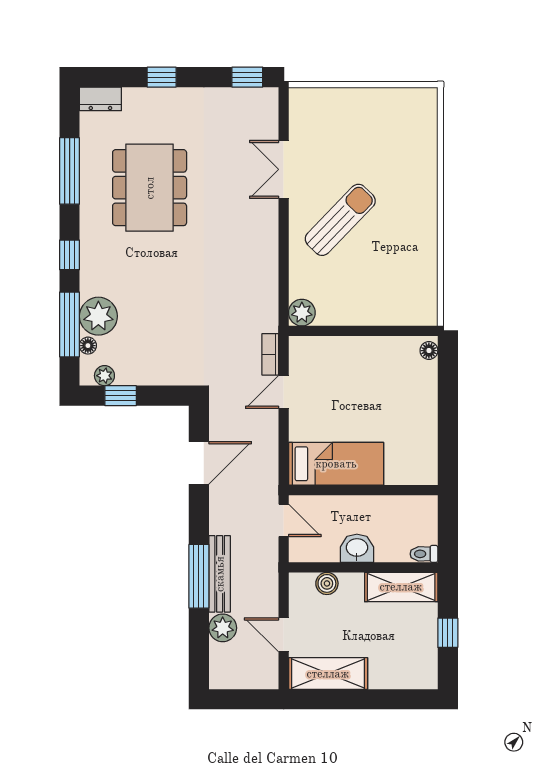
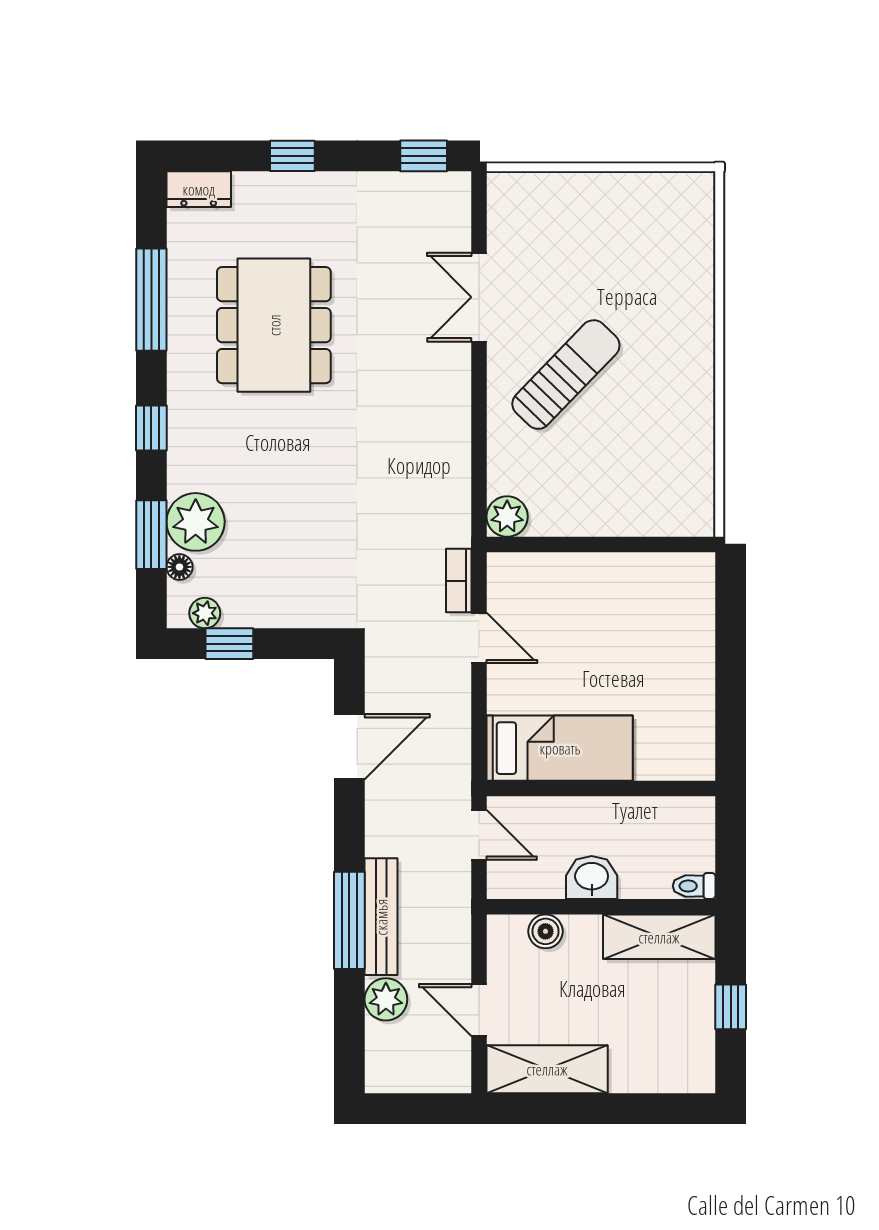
window: (70, 324) -> (151, 535), width x0.69
floor lamp: (429, 351) -> (702, 575), removed
door: (284, 392) -> (479, 638), swing flipped

